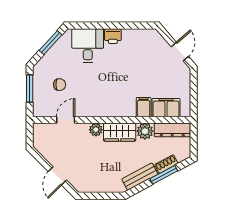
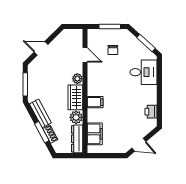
printer: (113, 36) -> (151, 112), moved
filing cabinet: (144, 107) -> (95, 102), moved
window: (103, 196) -> (25, 84), added

